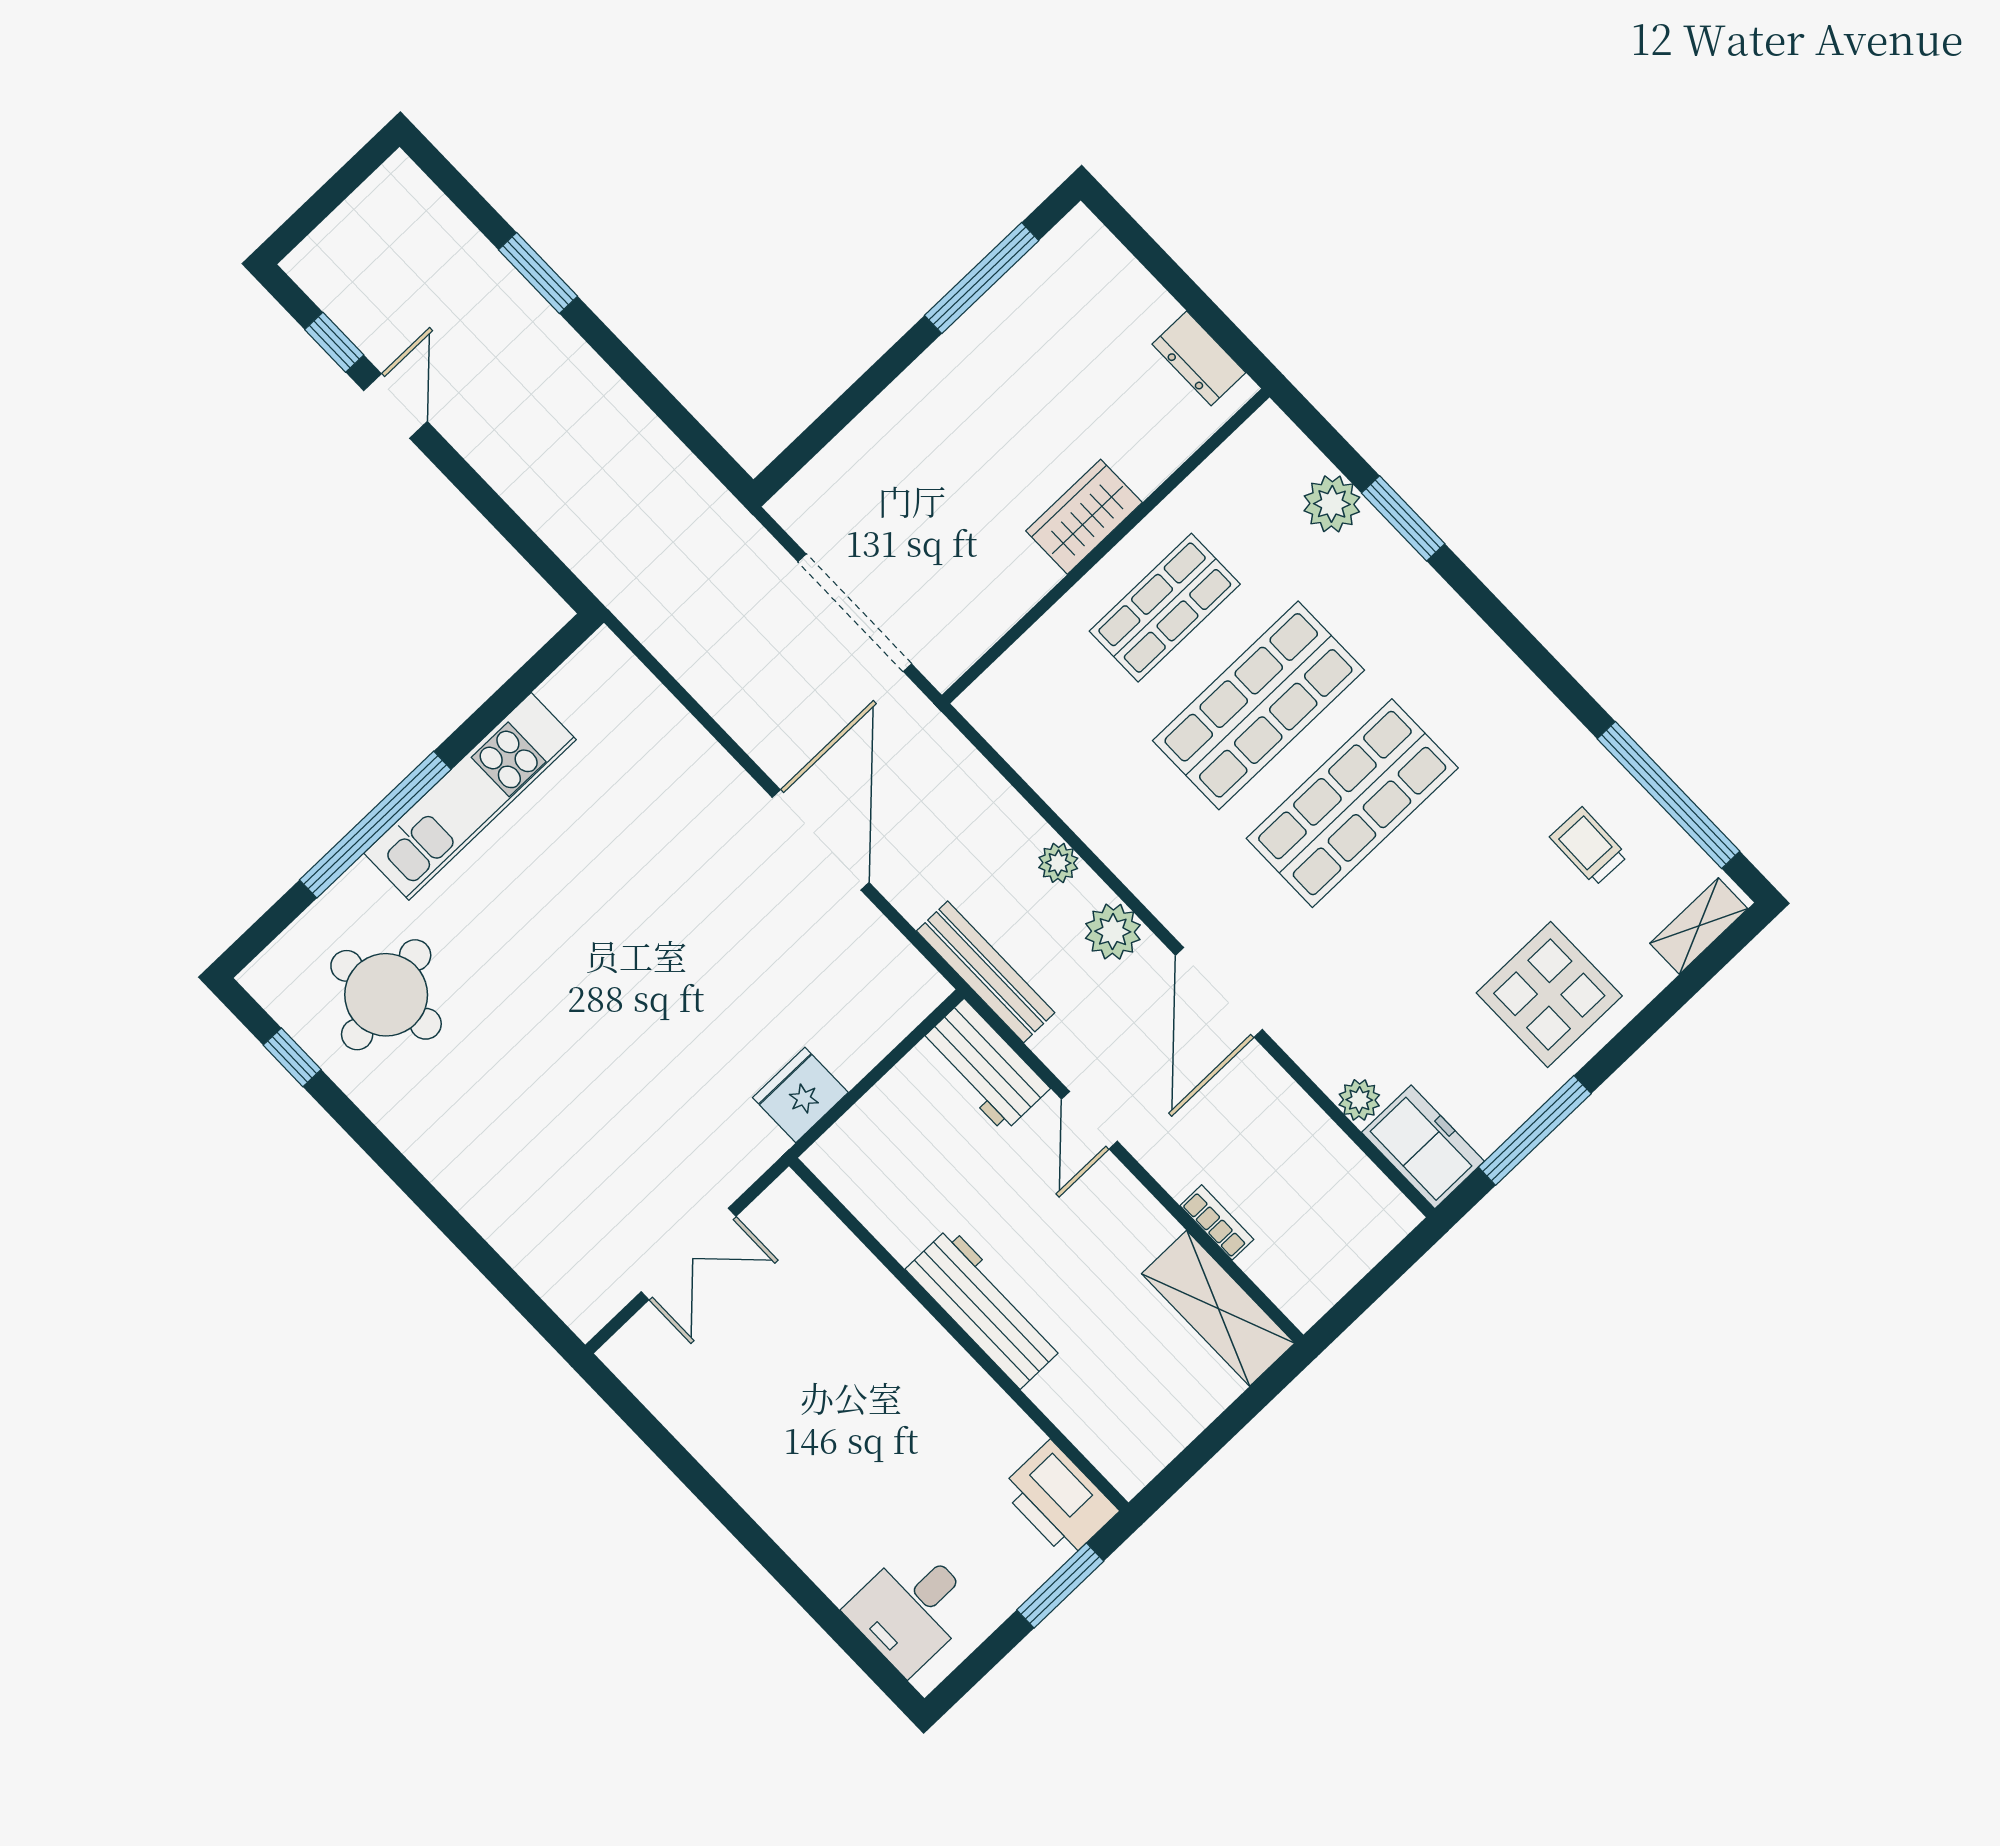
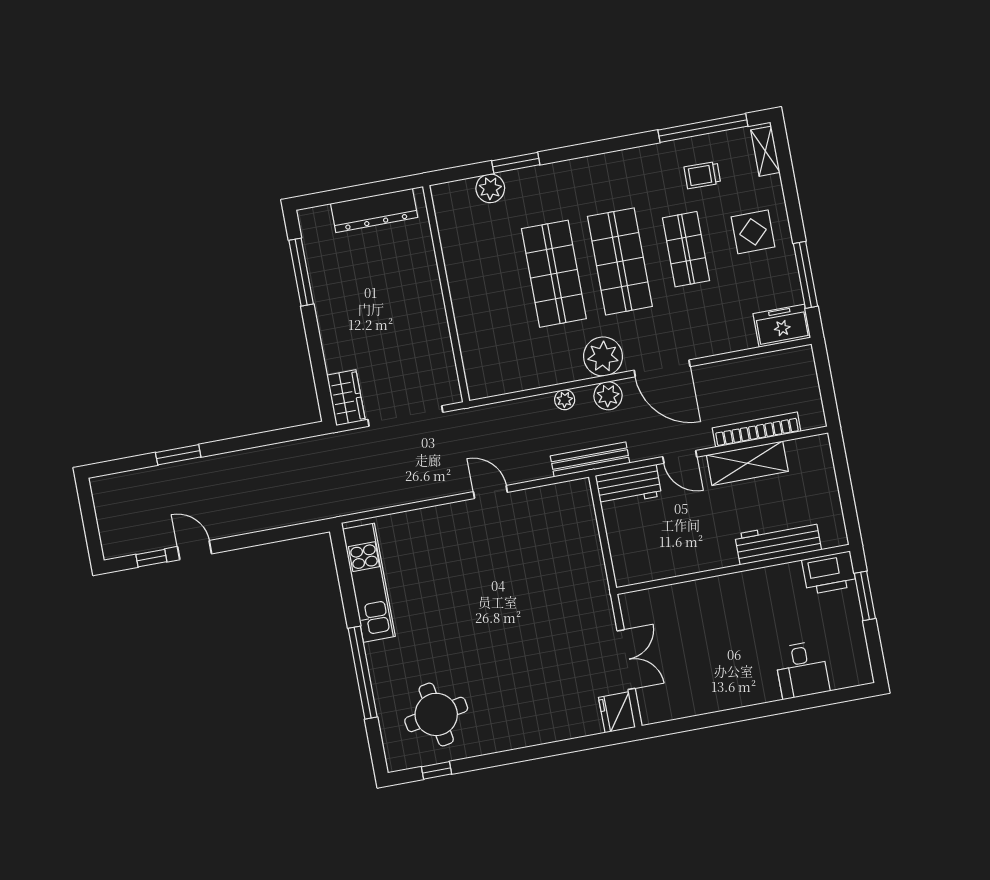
dresser: (1199, 358) -> (374, 210), width x1.96, depth x1.24
wardrobe: (1084, 517) -> (346, 398), moved, turned 180
shop shelf: (1165, 608) -> (686, 249), moved
kitchen unit: (470, 796) -> (369, 583), moved
door: (821, 840) -> (490, 492), width x0.53
display table: (1549, 994) -> (753, 232), width x0.73, depth x0.73
fridge: (800, 1095) -> (617, 712), moved
plant: (1359, 1100) -> (603, 356), moved, width x1.88, depth x1.88
bookcase: (1217, 1222) -> (757, 430), width x2.31, depth x1.31
workbench: (985, 1308) -> (778, 542), moved
shelving: (1218, 1308) -> (747, 463), moved
desk: (912, 1609) -> (802, 670), moved

